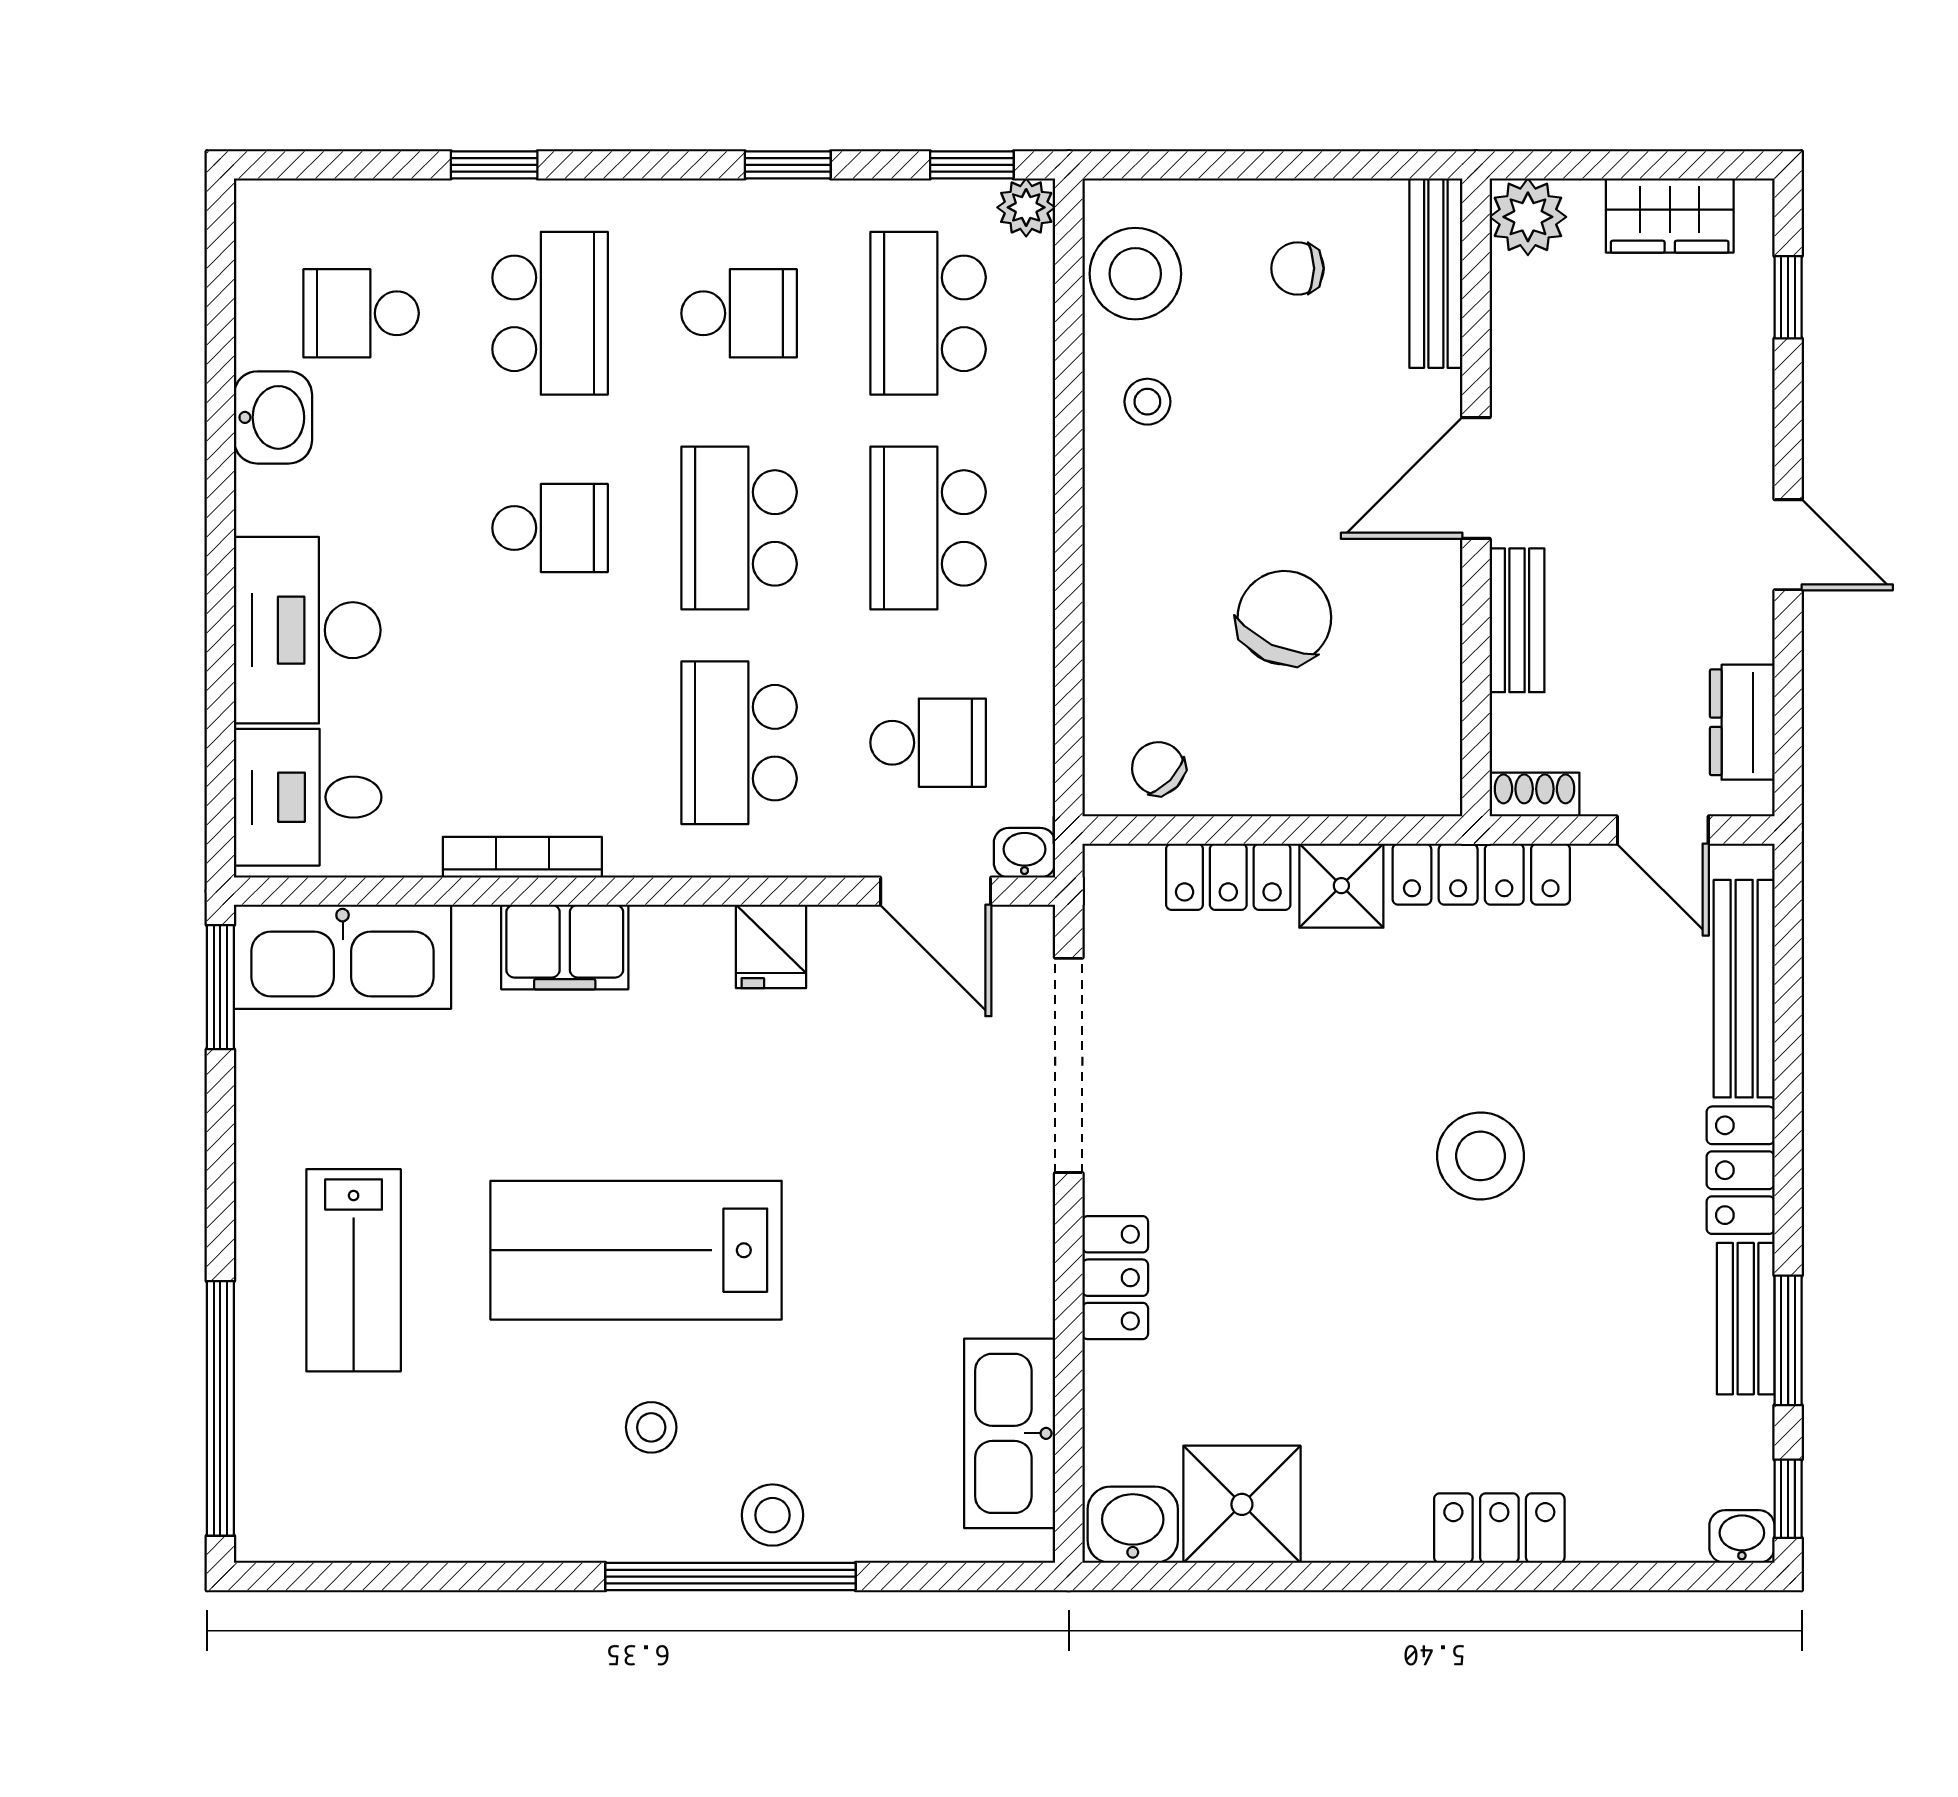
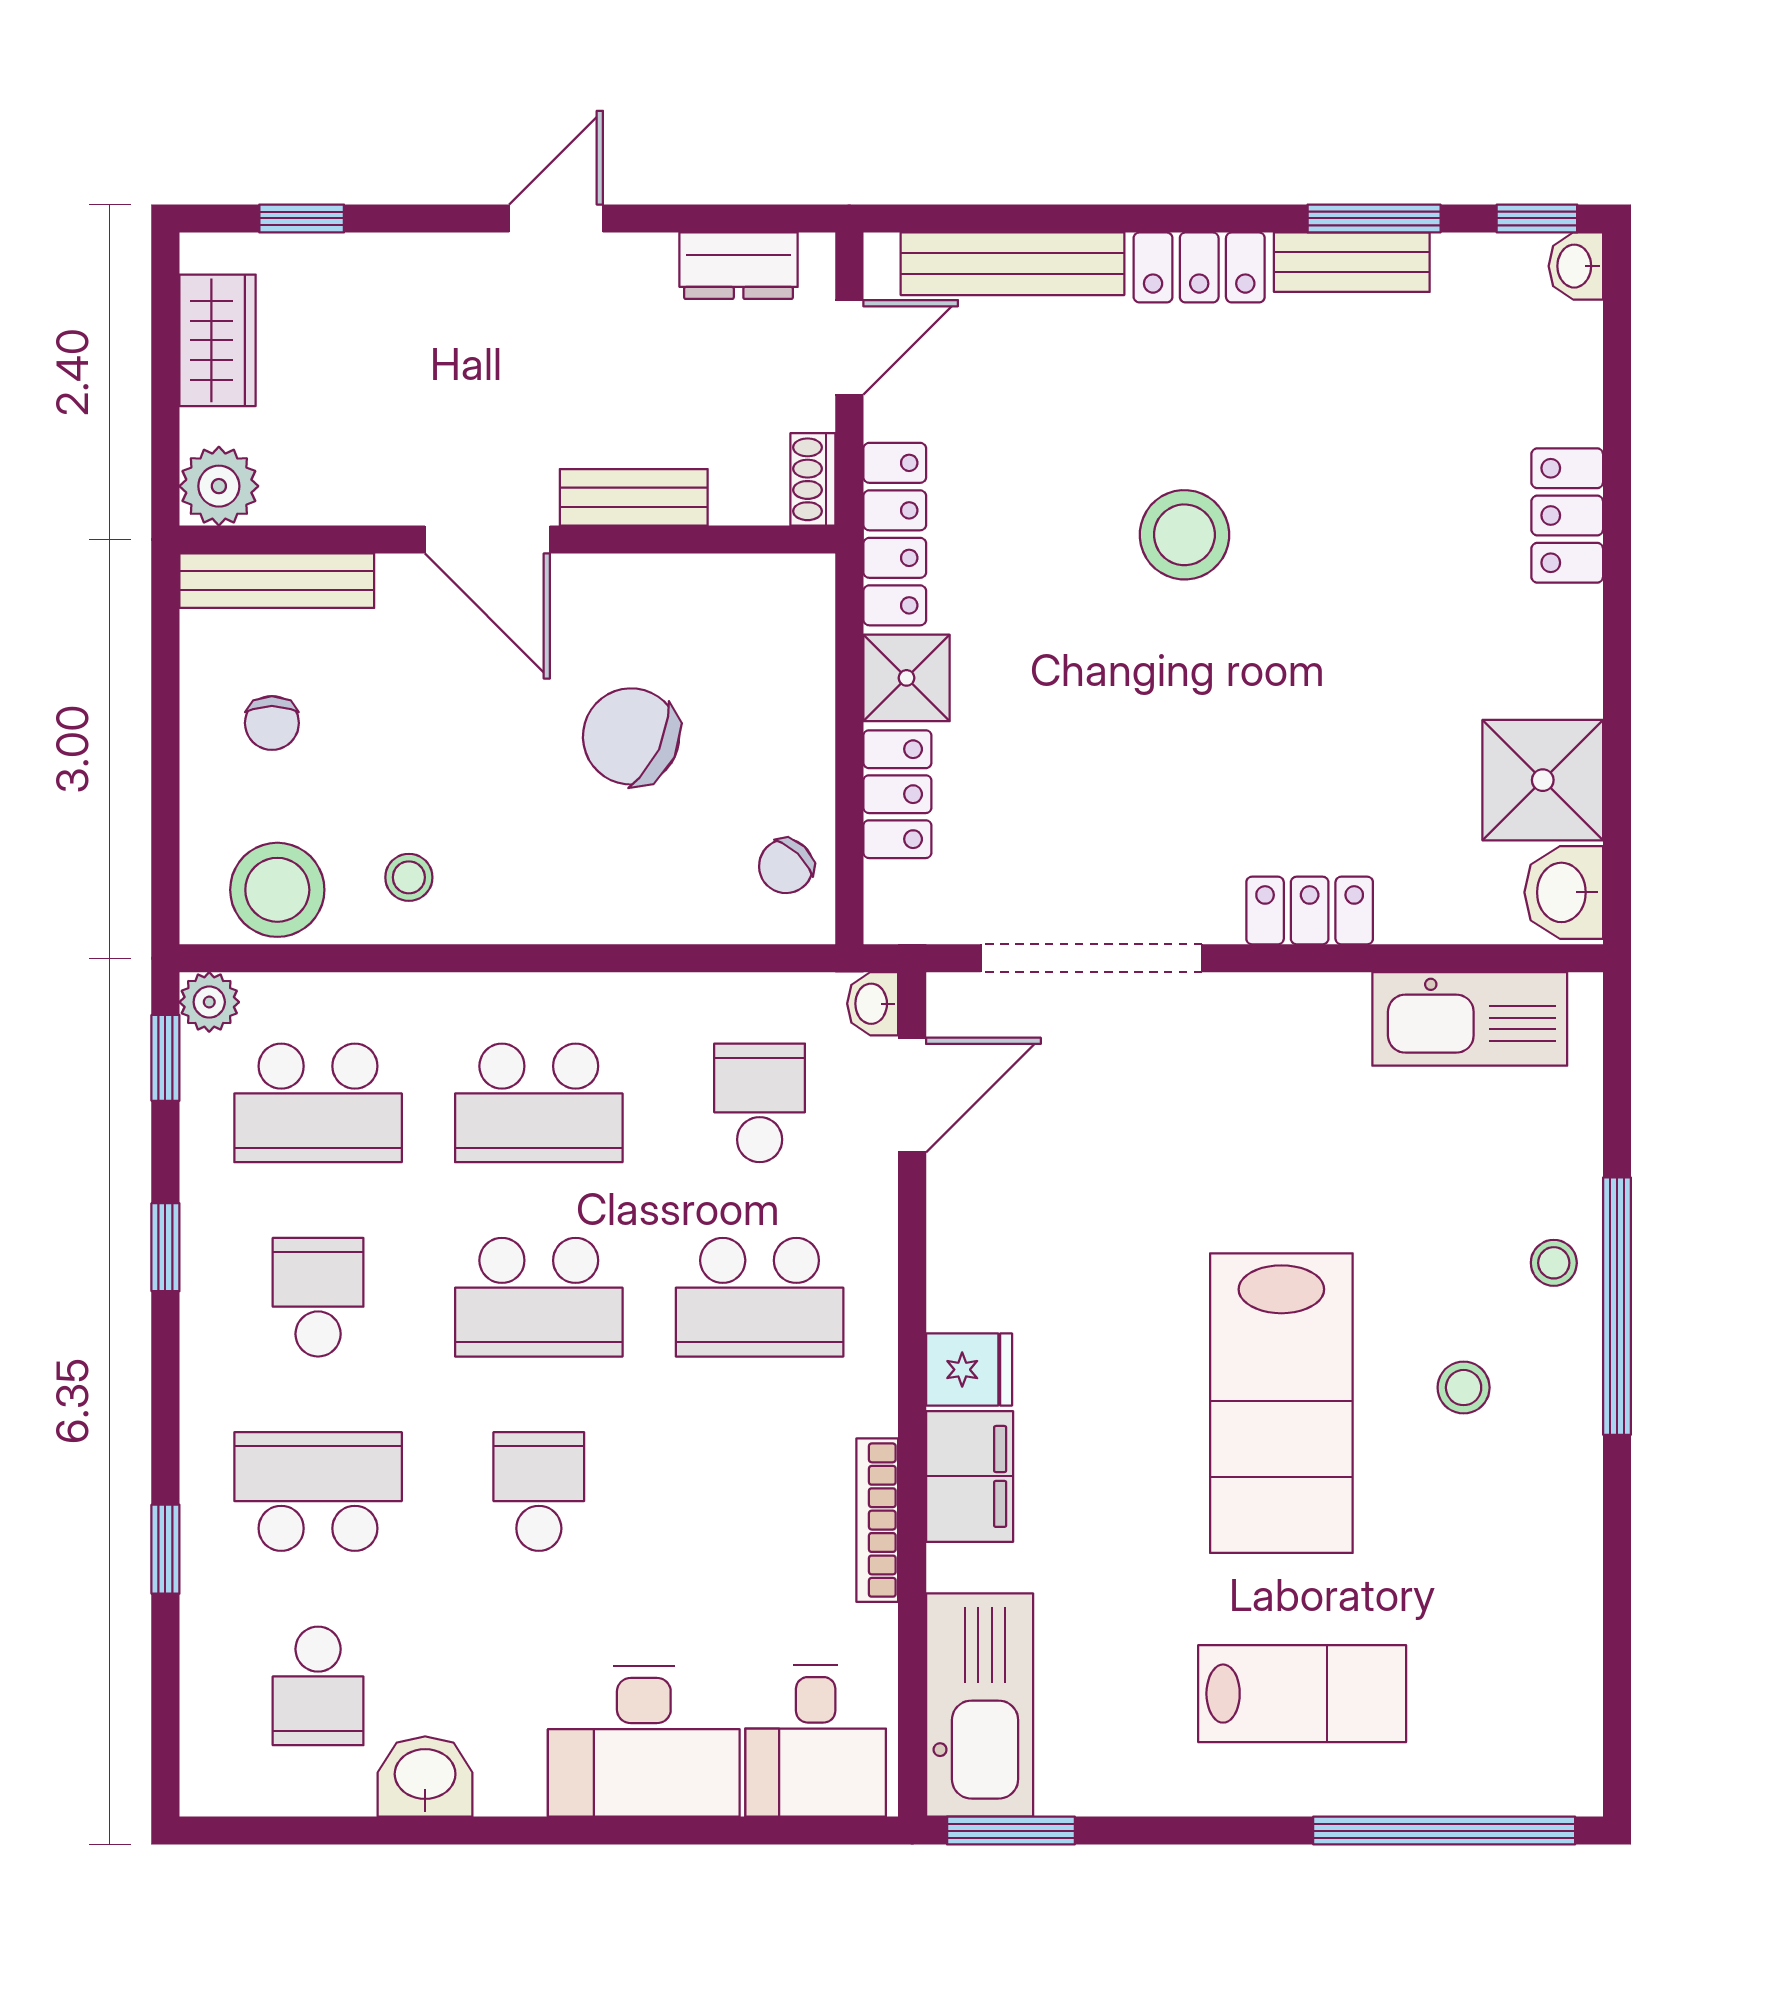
fridge: (771, 946) -> (969, 1370), moved
stool: (772, 1515) -> (1554, 1263), width x0.73, depth x0.73

